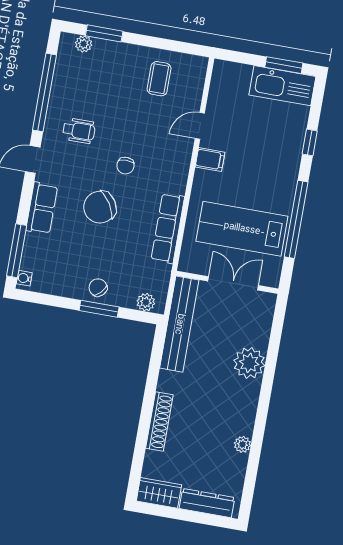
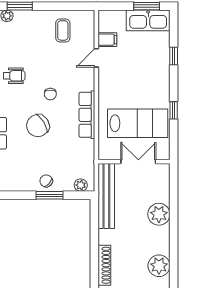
filing cabinet: (210, 160) -> (107, 40), moved
window: (296, 219) -> (174, 110), width x0.32
row of seats: (168, 228) -> (87, 115), moved
lab bench: (242, 229) -> (138, 123), turned 180
plant: (242, 444) -> (159, 266), width x1.88, depth x1.88

